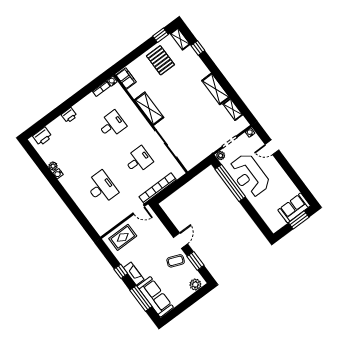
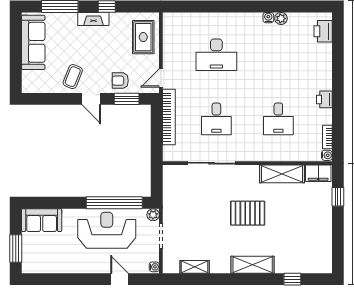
window: (160, 35) -> (338, 197), moved
shelving: (180, 39) -> (317, 267), removed
pallet: (160, 60) -> (248, 213), moved
shelving: (216, 89) -> (253, 265), moved
shelving: (149, 109) -> (282, 174), moved
printer: (69, 115) -> (324, 99), moved
door: (272, 147) -> (119, 279), hinge flipped
sofa: (294, 208) -> (42, 220), moved, turned 90
armchair: (158, 232) -> (120, 81), added
window: (196, 261) -> (127, 99), moved
plant: (195, 285) -> (30, 79), removed
sofa: (155, 297) -> (33, 42), moved, turned -90

